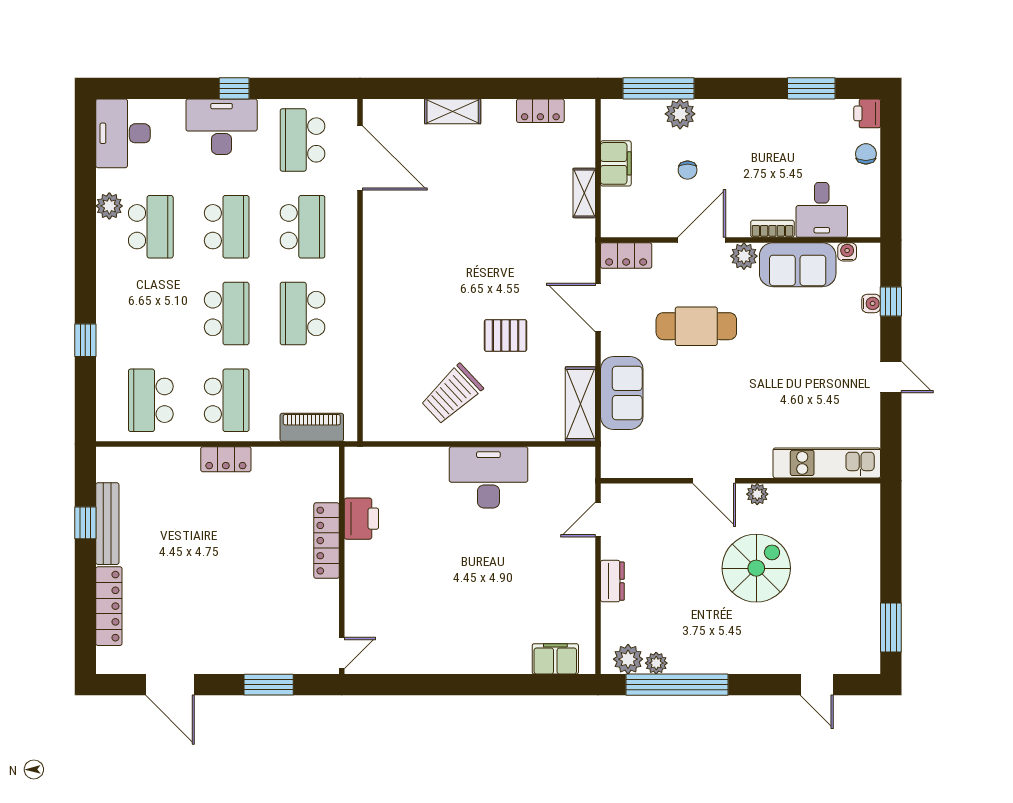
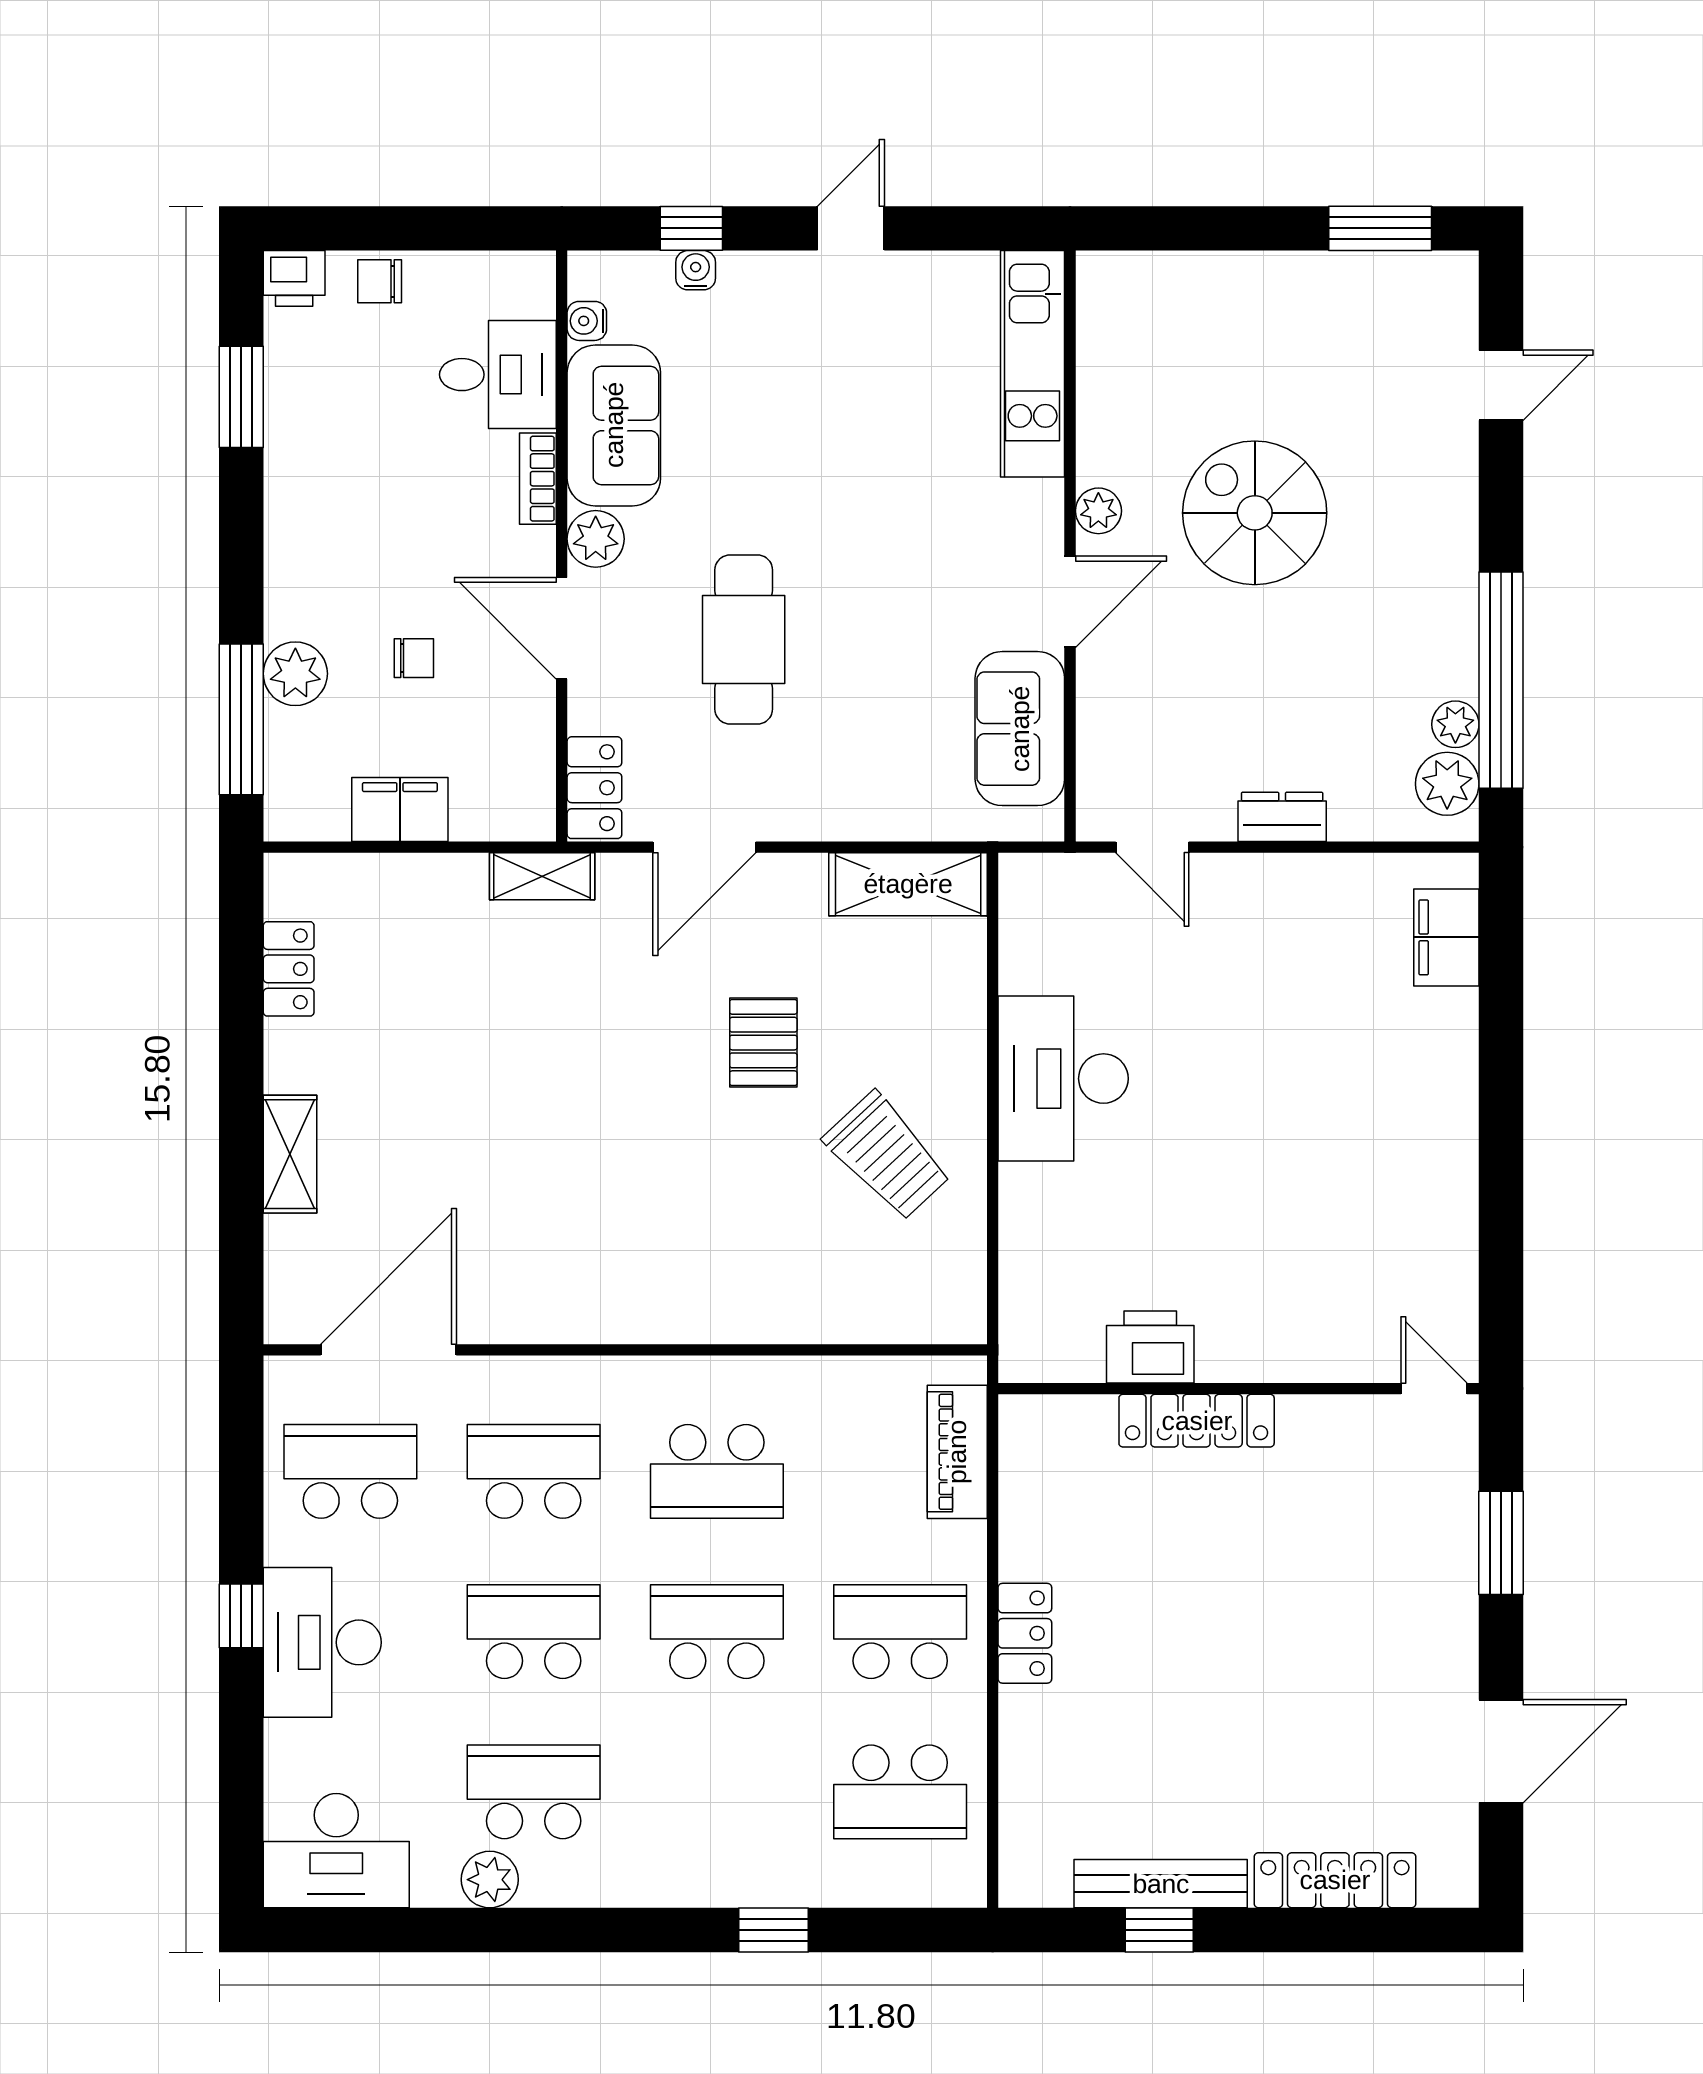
school desk: (302, 140) -> (350, 1471), turned 180
shelving: (584, 193) -> (542, 876), moved
sofa: (622, 393) -> (1020, 729), moved, turned -90

